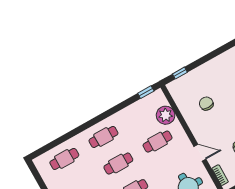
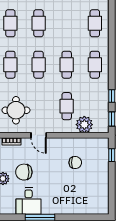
window: (124, 104) -> (112, 96), added
door: (200, 153) -> (39, 135), hinge flipped

